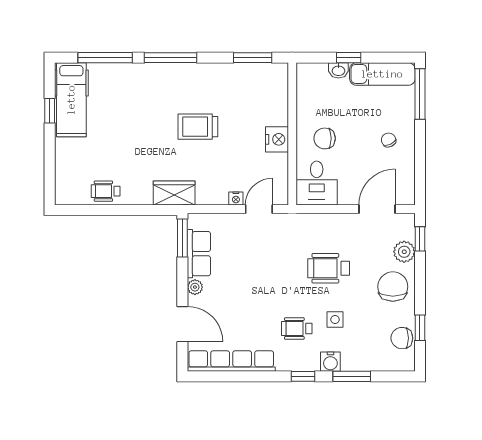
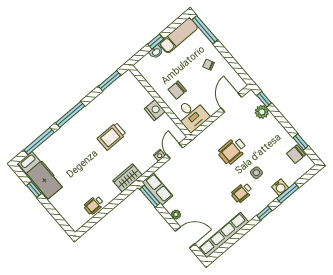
row of seats: (199, 254) -> (157, 189), moved
chair: (393, 287) -> (271, 133), removed
water cooler: (330, 362) -> (280, 187), moved

